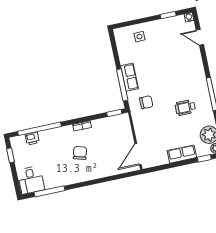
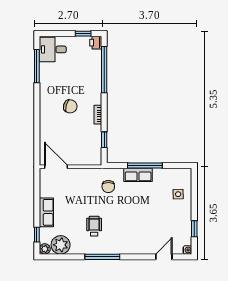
window: (122, 85) -> (145, 165), moved
window: (114, 113) -> (104, 140), moved
printer: (32, 139) -> (96, 43), moved

